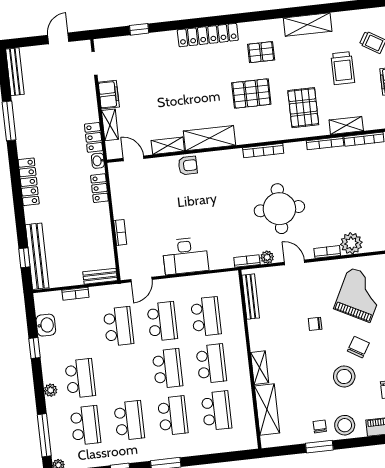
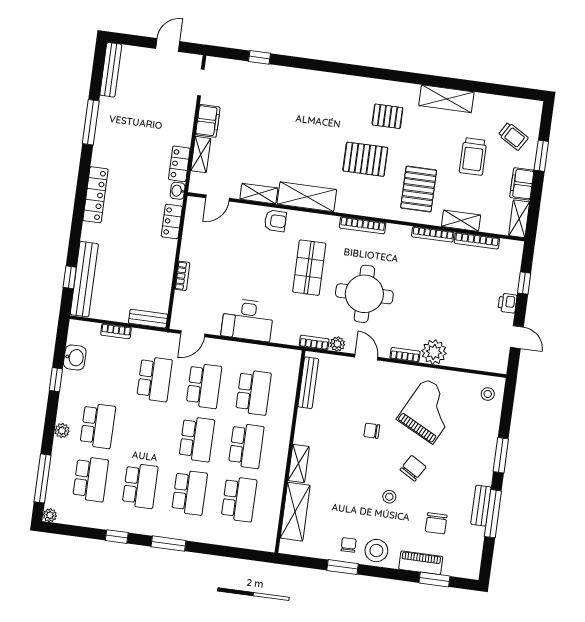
locker: (208, 35) -> (334, 83), removed
door: (134, 158) -> (218, 198), swing flipped
shop shelf: (227, 198) -> (309, 268), added
stool: (344, 376) -> (389, 497), width x0.53, depth x0.53

